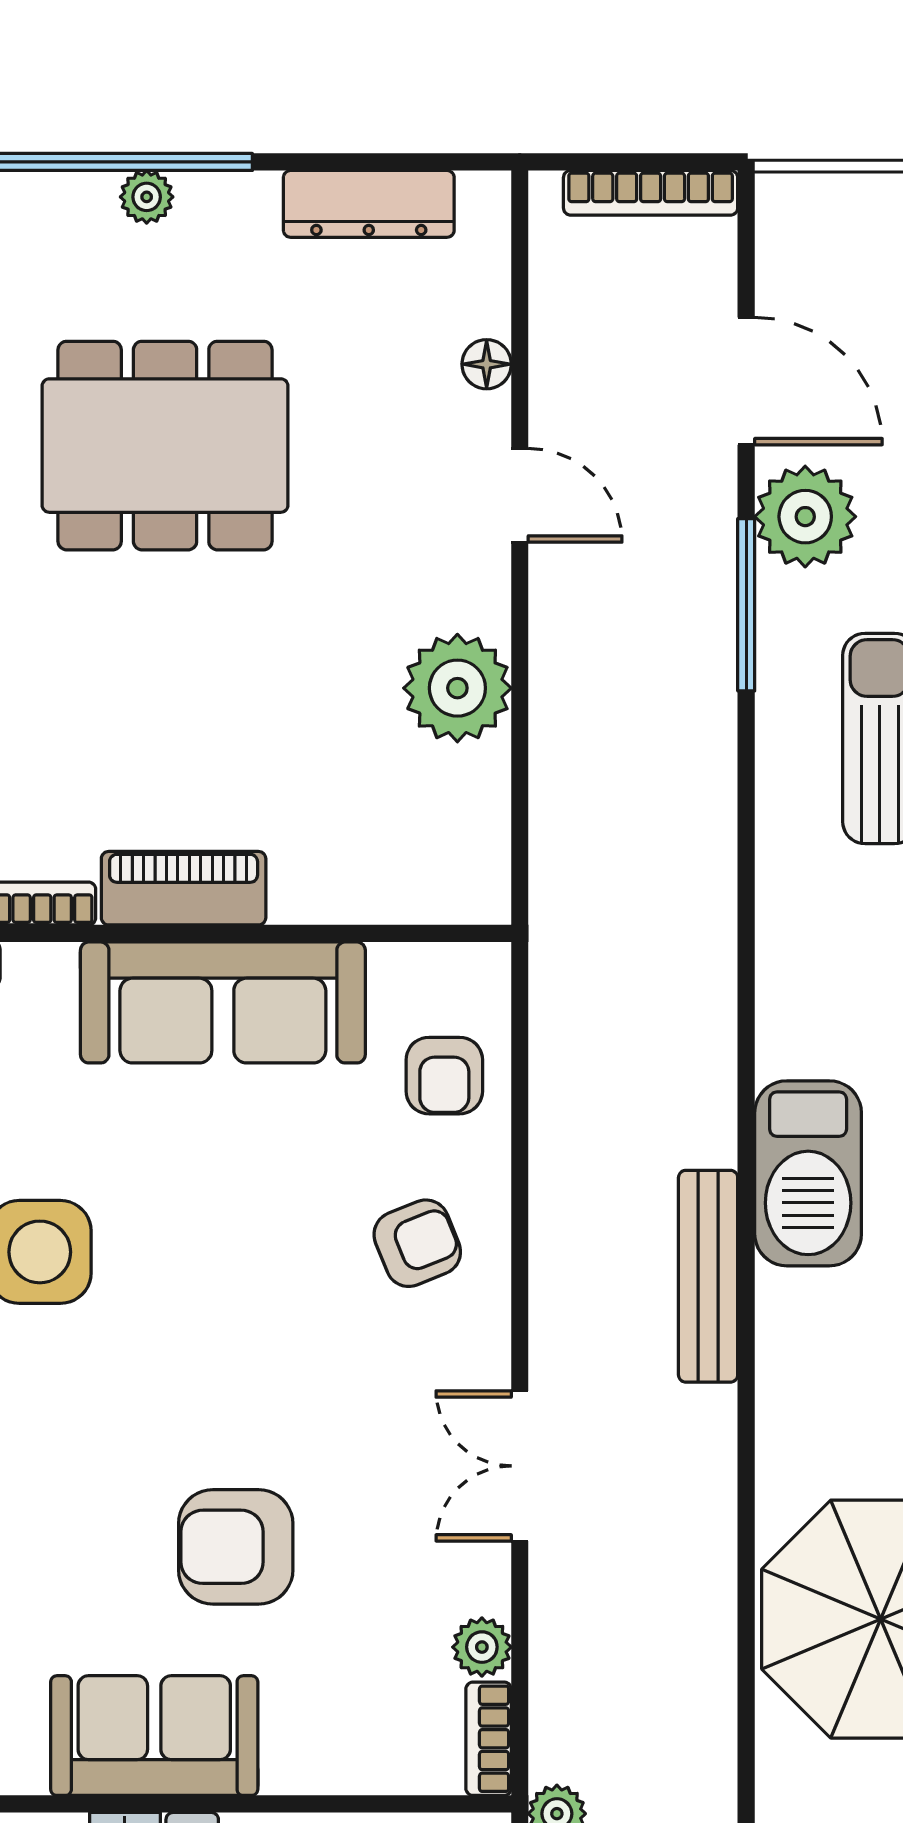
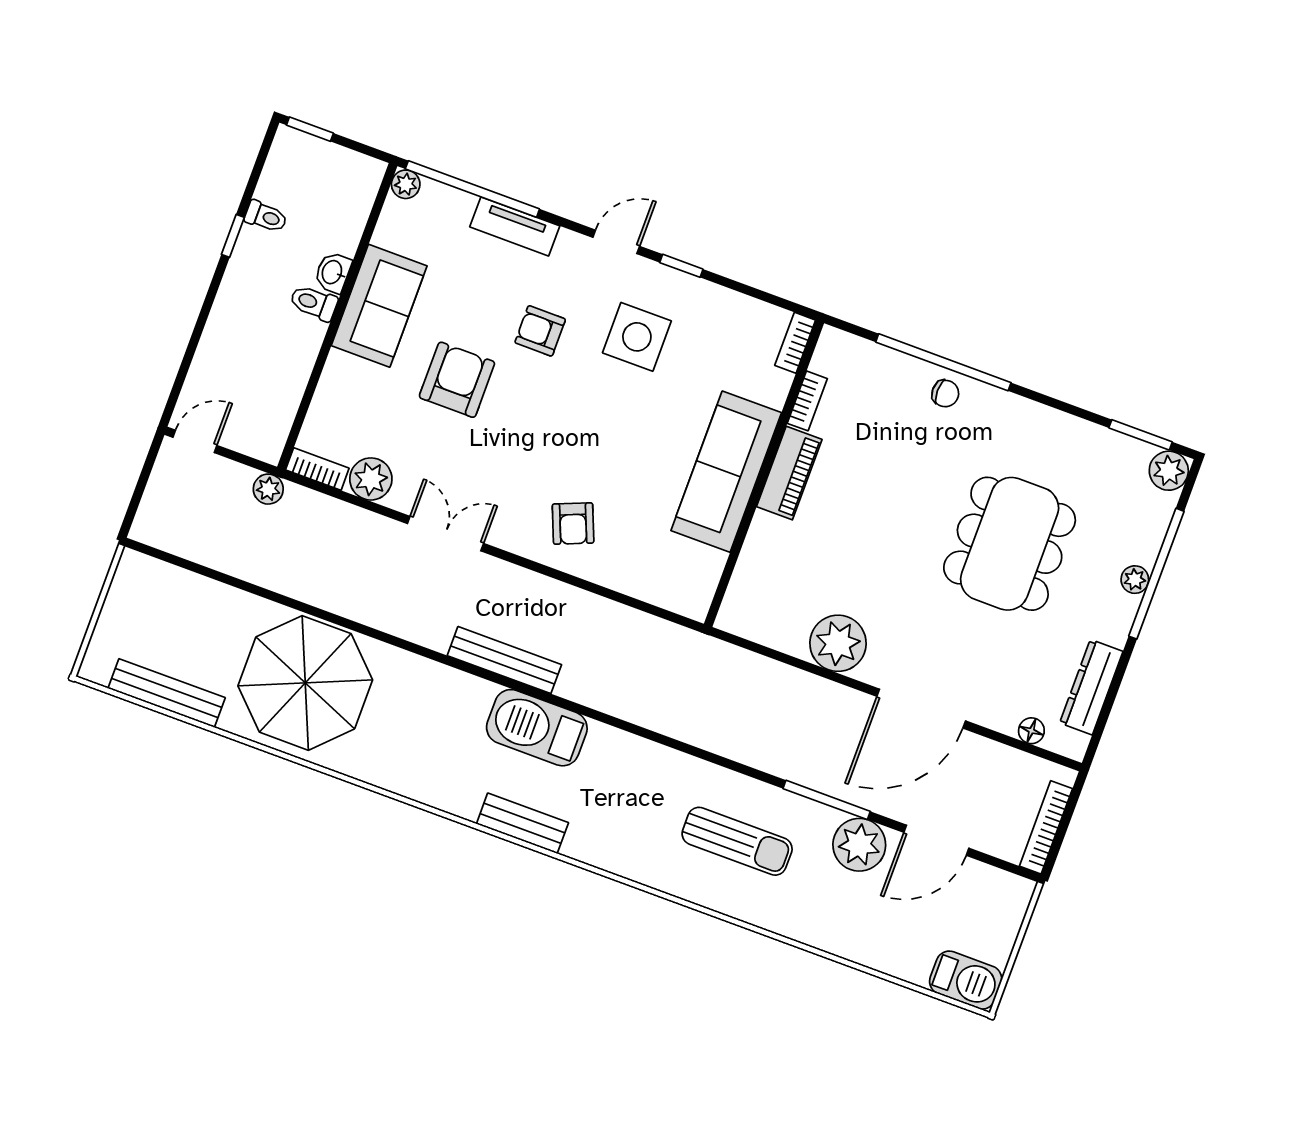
floor lamp: (487, 364) -> (1031, 731), moved
door: (520, 495) -> (921, 709), width x1.88
armchair: (444, 1076) -> (540, 331), moved
plant: (482, 1647) -> (371, 479), width x1.38, depth x1.38

